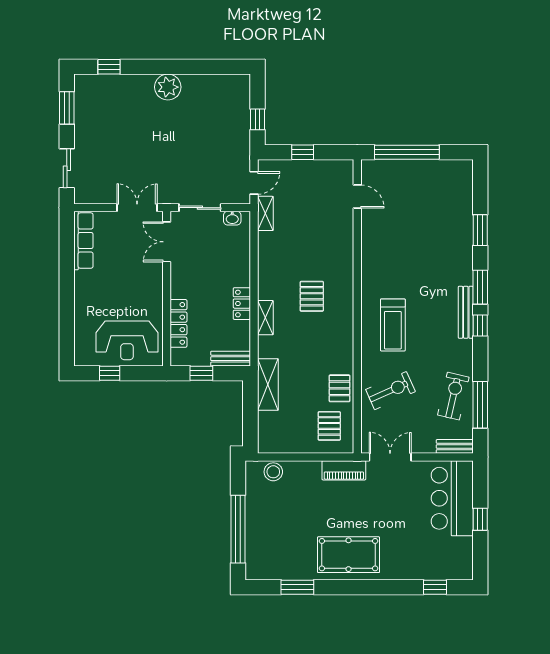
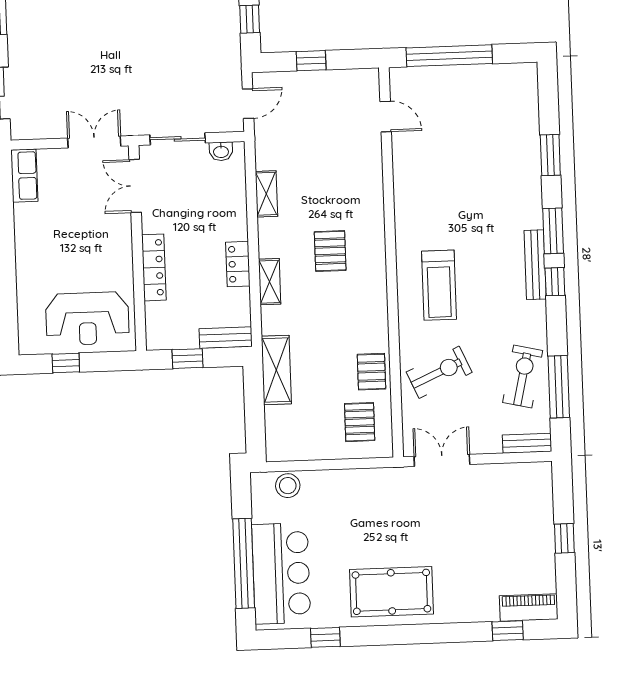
shelving: (265, 213) -> (266, 194), moved
row of seats: (83, 241) -> (24, 176), width x0.68
locker: (178, 323) -> (154, 267), moved
piano: (344, 470) -> (529, 608), moved, turned 180
bar counter: (452, 498) -> (281, 573), moved, turned 180
window: (297, 587) -> (325, 637), width x0.67

